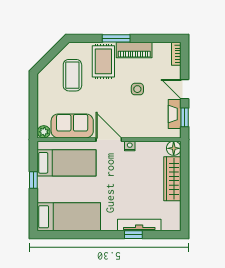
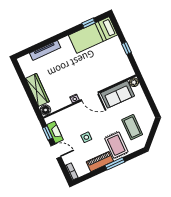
bed: (66, 163) -> (110, 69), removed
window: (133, 235) -> (89, 23), moved

